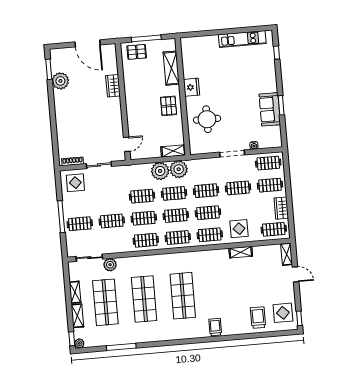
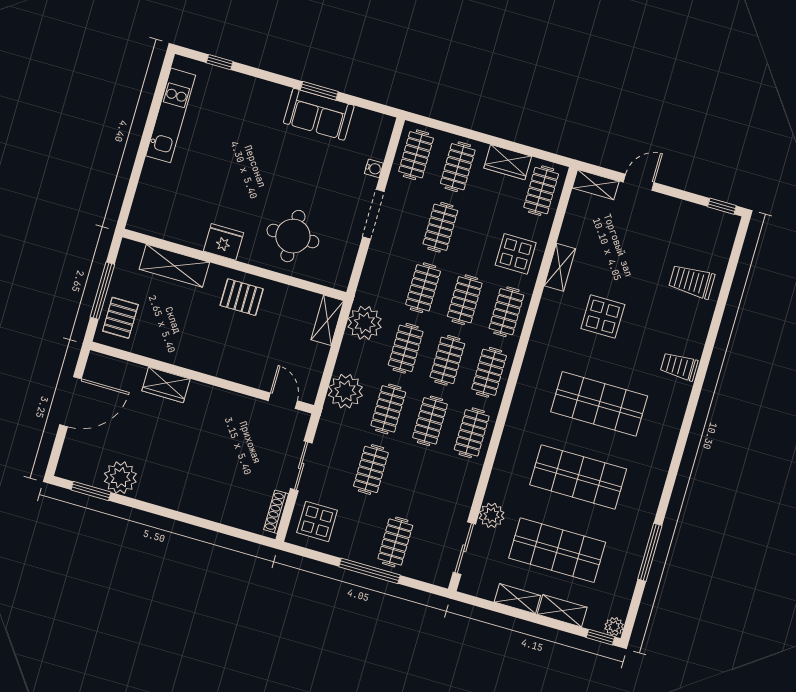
plant: (160, 171) -> (345, 391), moved
clothes rail: (112, 221) -> (371, 469), moved
display table: (283, 313) -> (603, 317), moved

